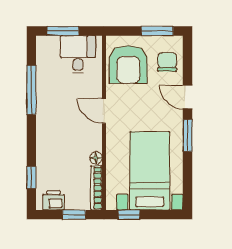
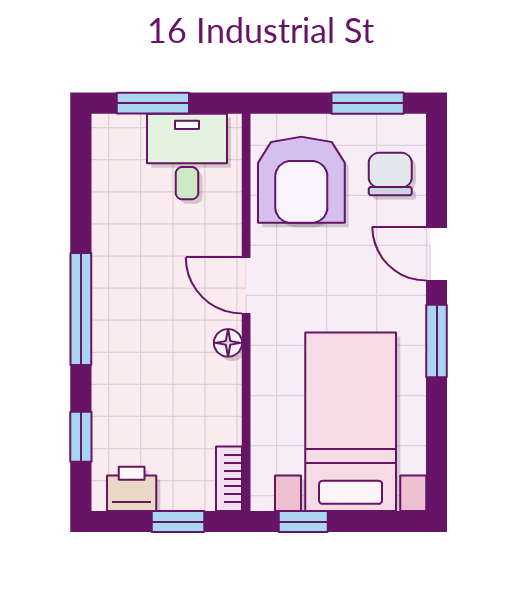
window: (31, 90) -> (81, 309), moved
floor lamp: (96, 158) -> (228, 343), moved
bookcase: (96, 188) -> (229, 479), width x0.64

